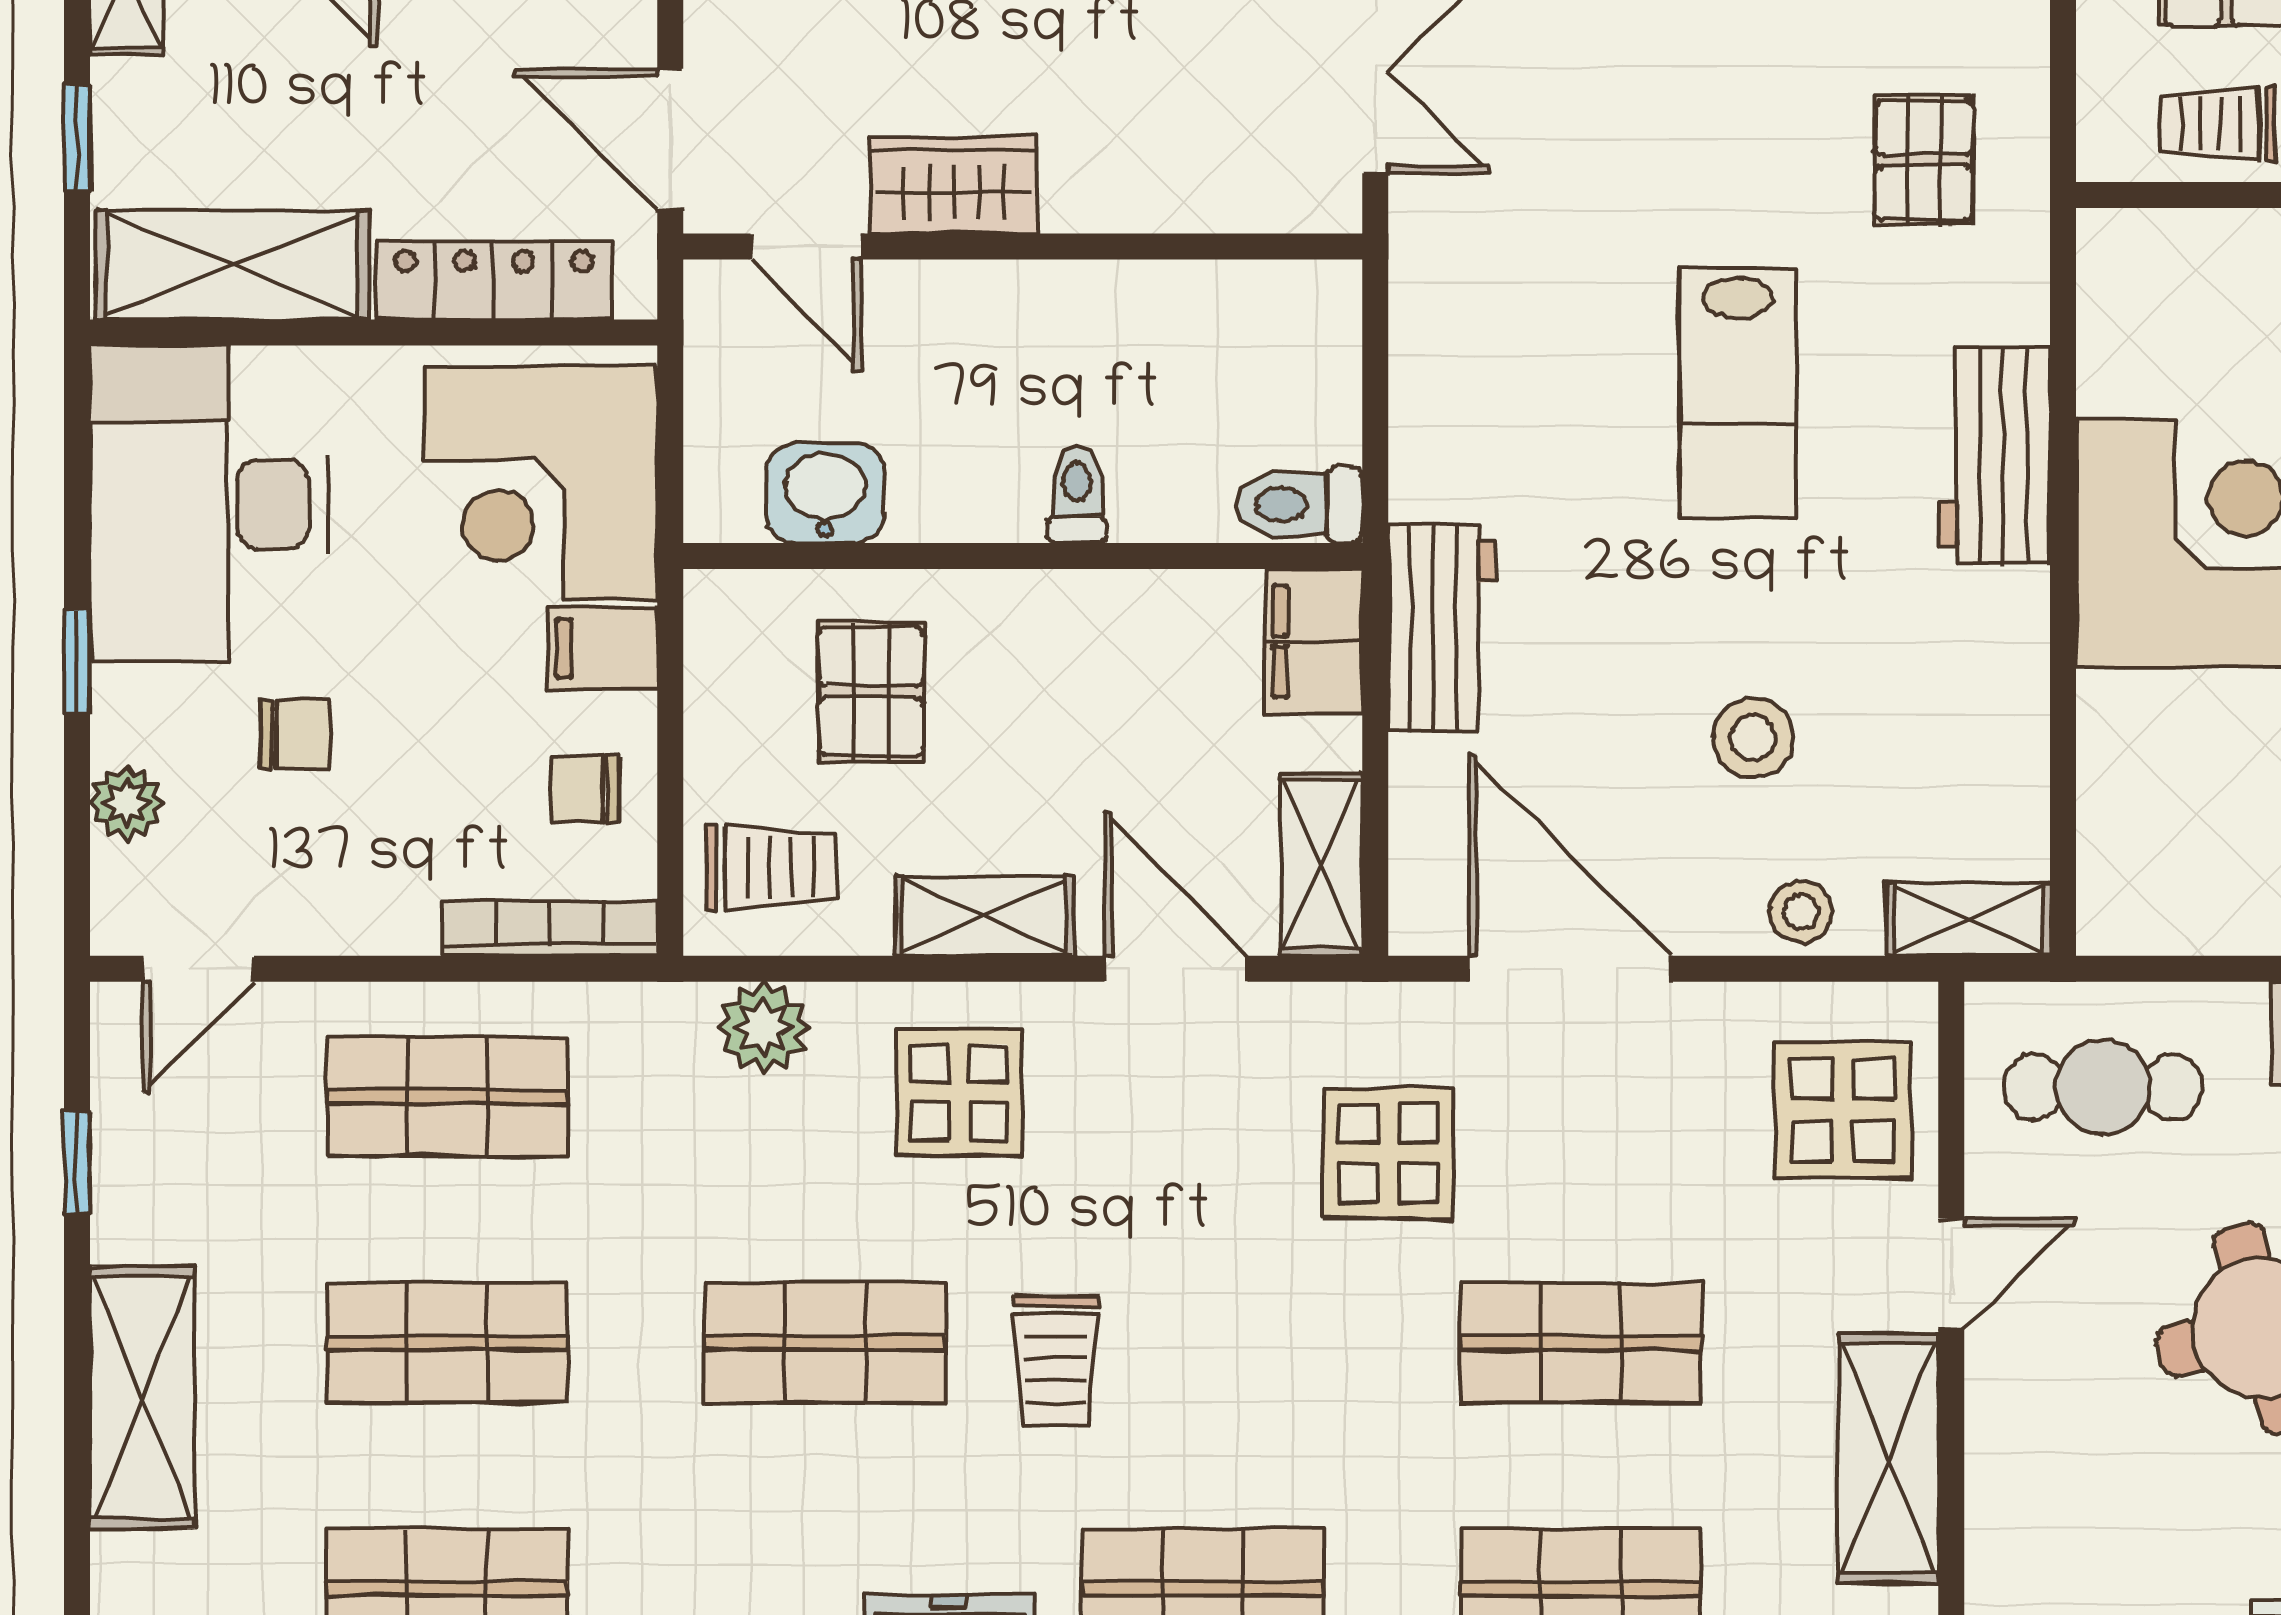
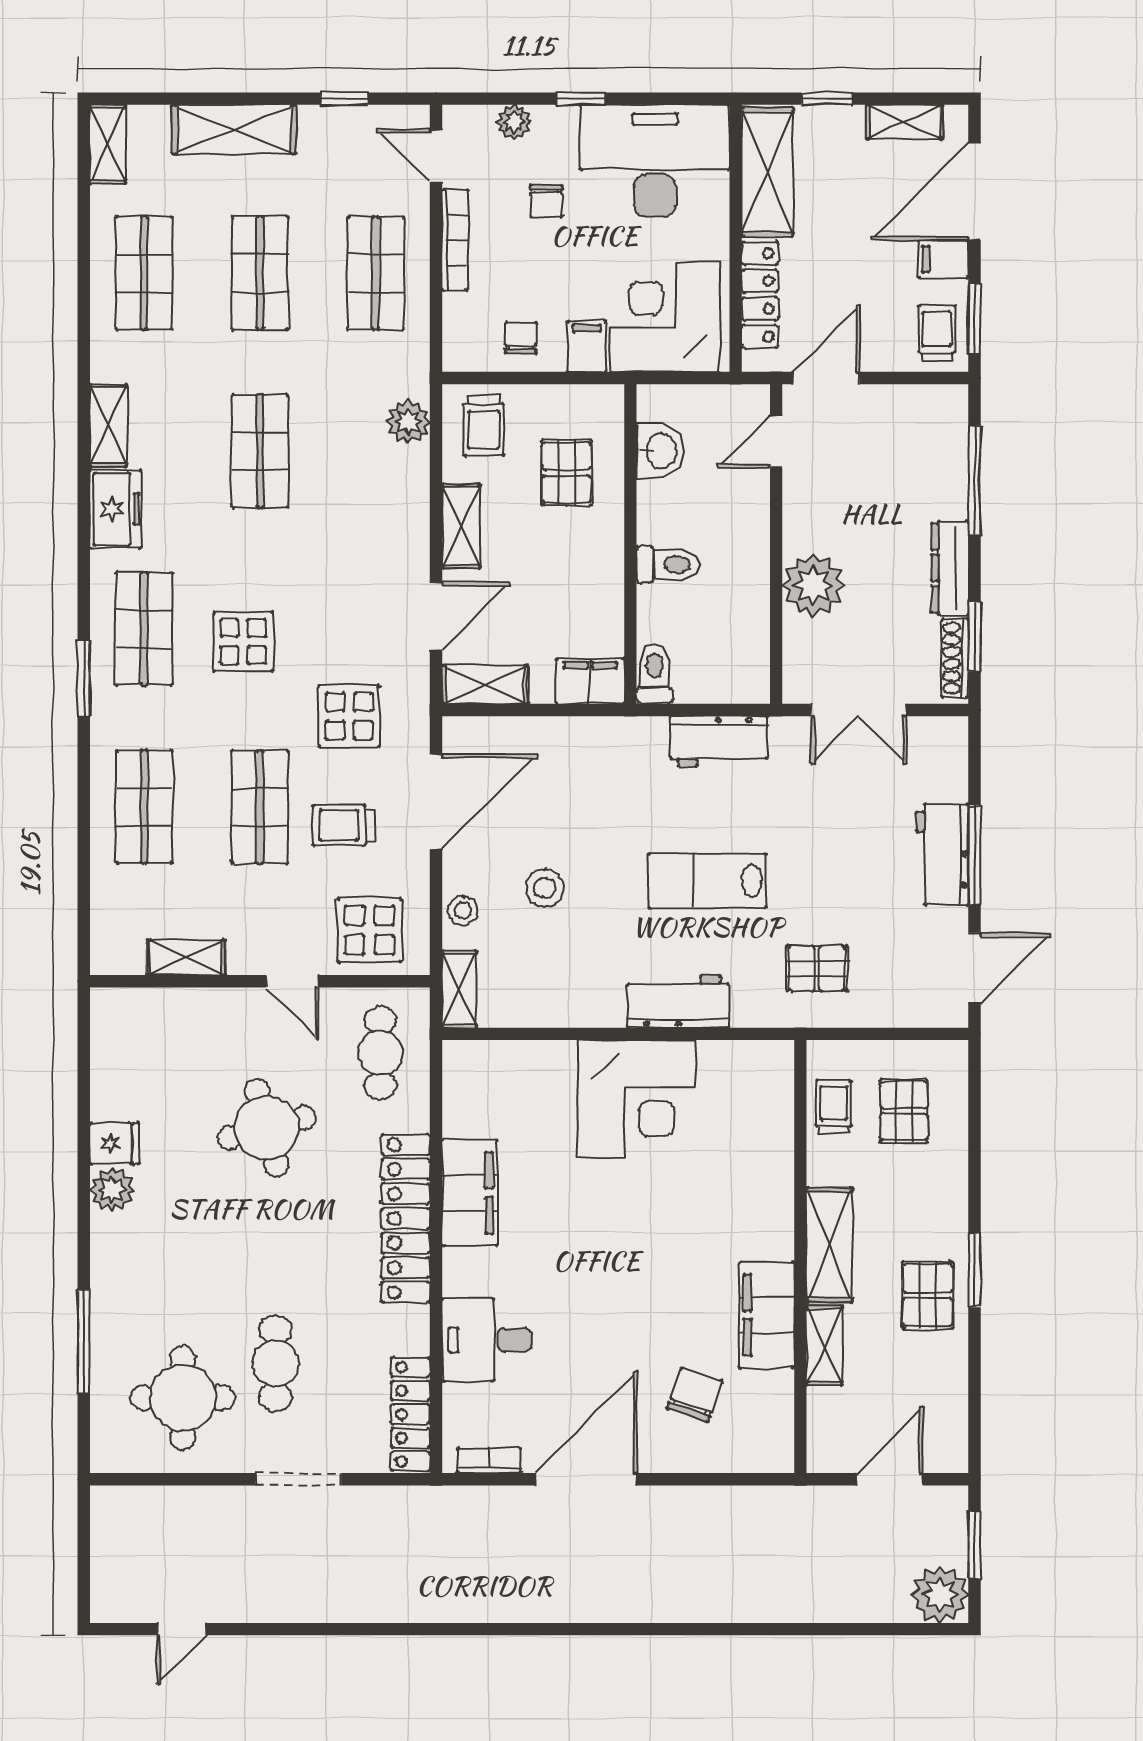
plant: (1111, 167) -> (813, 585), added
wardrobe: (954, 185) -> (805, 512), removed
toilet: (1077, 495) -> (668, 564), width x1.37, depth x1.39
workbench: (1442, 628) -> (719, 741), moved
pallet: (871, 691) -> (567, 473), turned 90
bookcase: (550, 928) -> (455, 240), moved
display table: (959, 1092) -> (243, 642), moved
trolley: (1056, 1361) -> (343, 825), moved
shelving: (1888, 1458) -> (186, 958), width x0.67, depth x0.75

